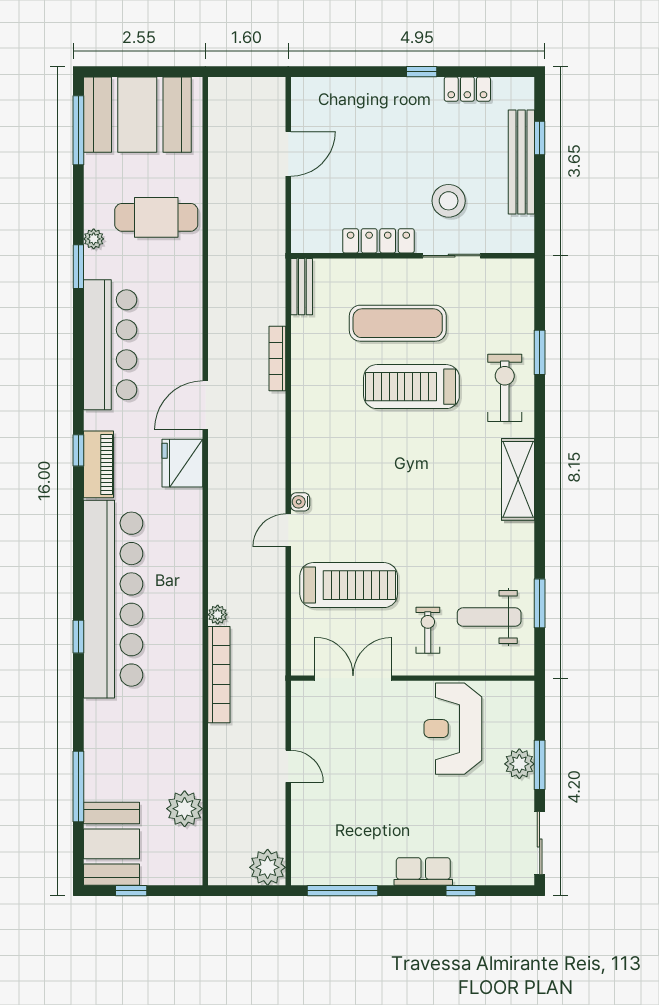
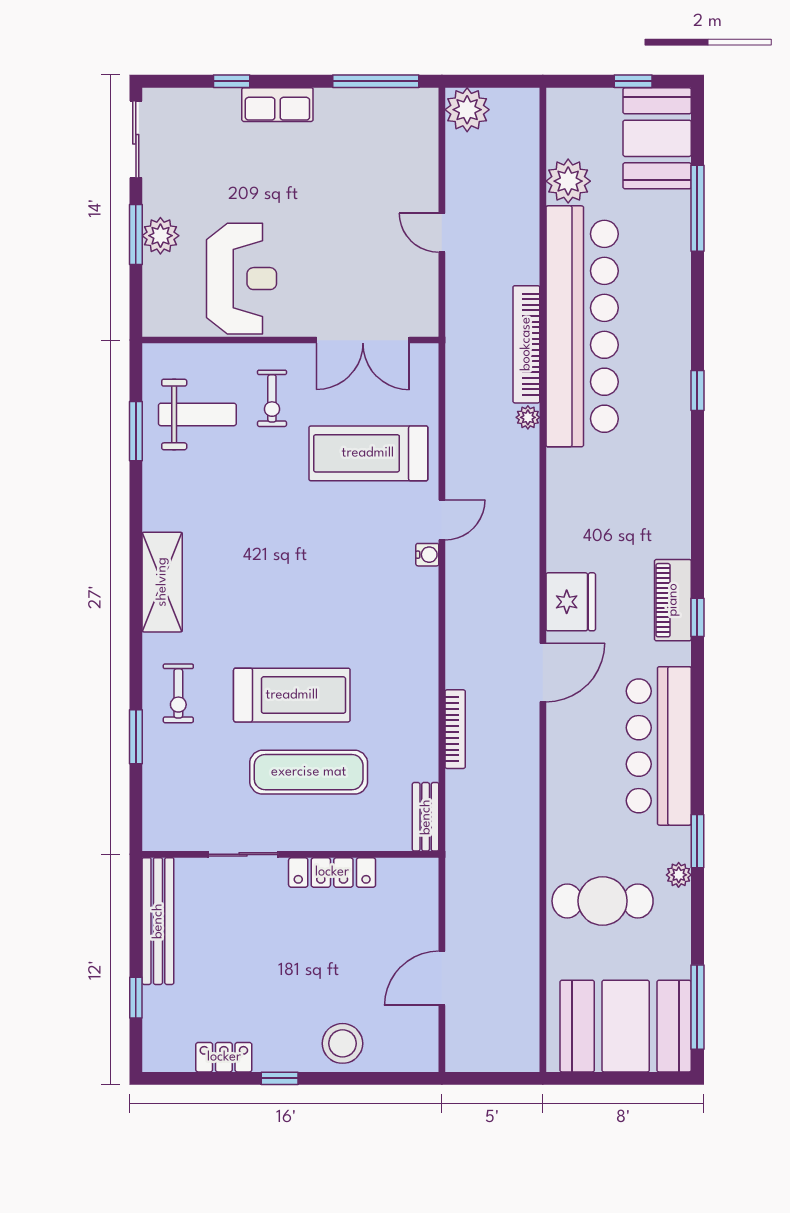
bench: (521, 162) -> (158, 921), moved
stool: (449, 201) -> (342, 1043), moved
exercise bike: (505, 388) -> (178, 693), width x0.73, depth x0.72
bar counter: (113, 599) -> (582, 326), moved, turned 180

